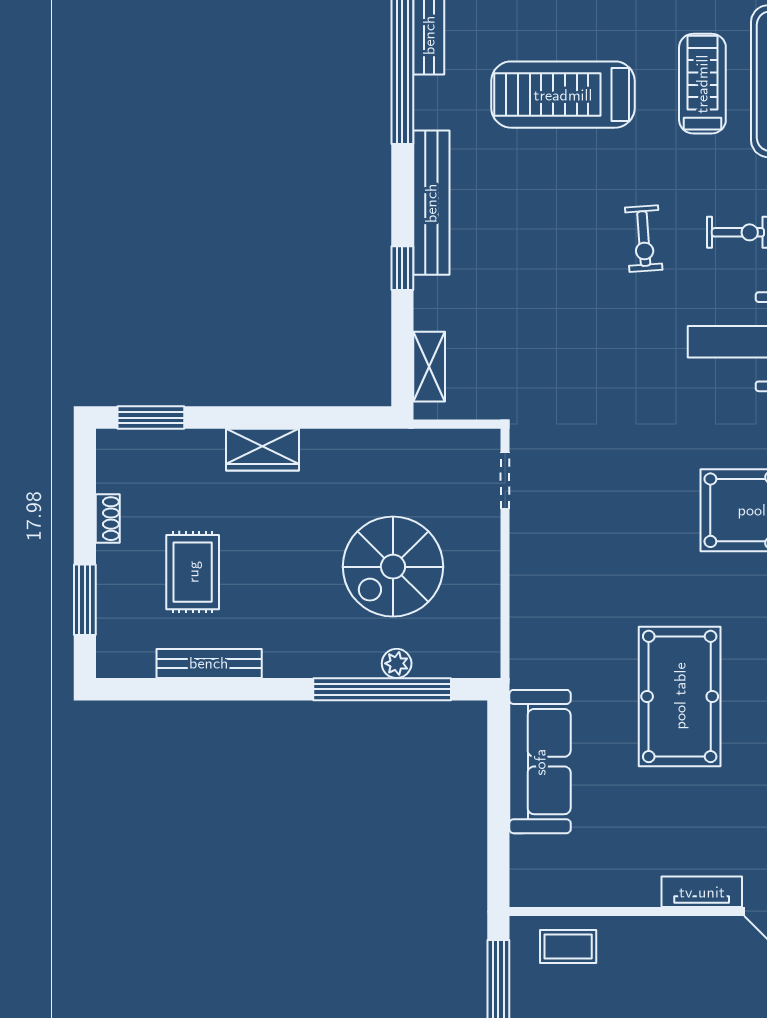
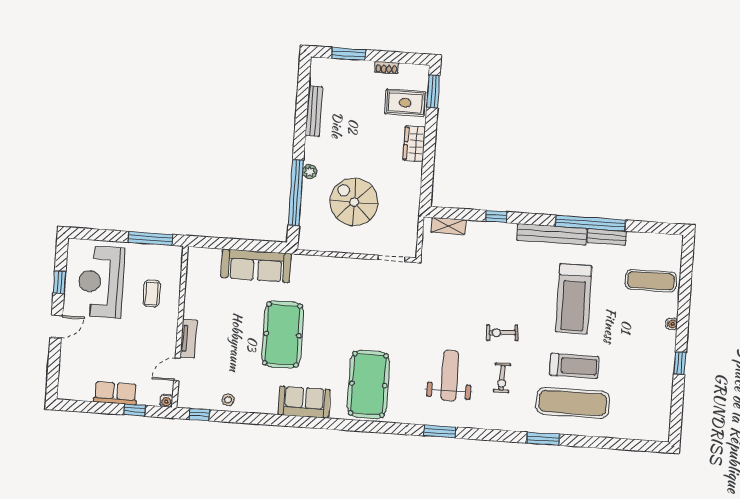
treadmill: (563, 95) -> (574, 299), turned 180
bench: (431, 203) -> (552, 234), moved
rug: (193, 572) -> (405, 103), moved
plant: (397, 663) -> (310, 172), moved
pool table: (680, 696) -> (283, 335), turned 90
coffee table: (568, 946) -> (152, 293), moved

